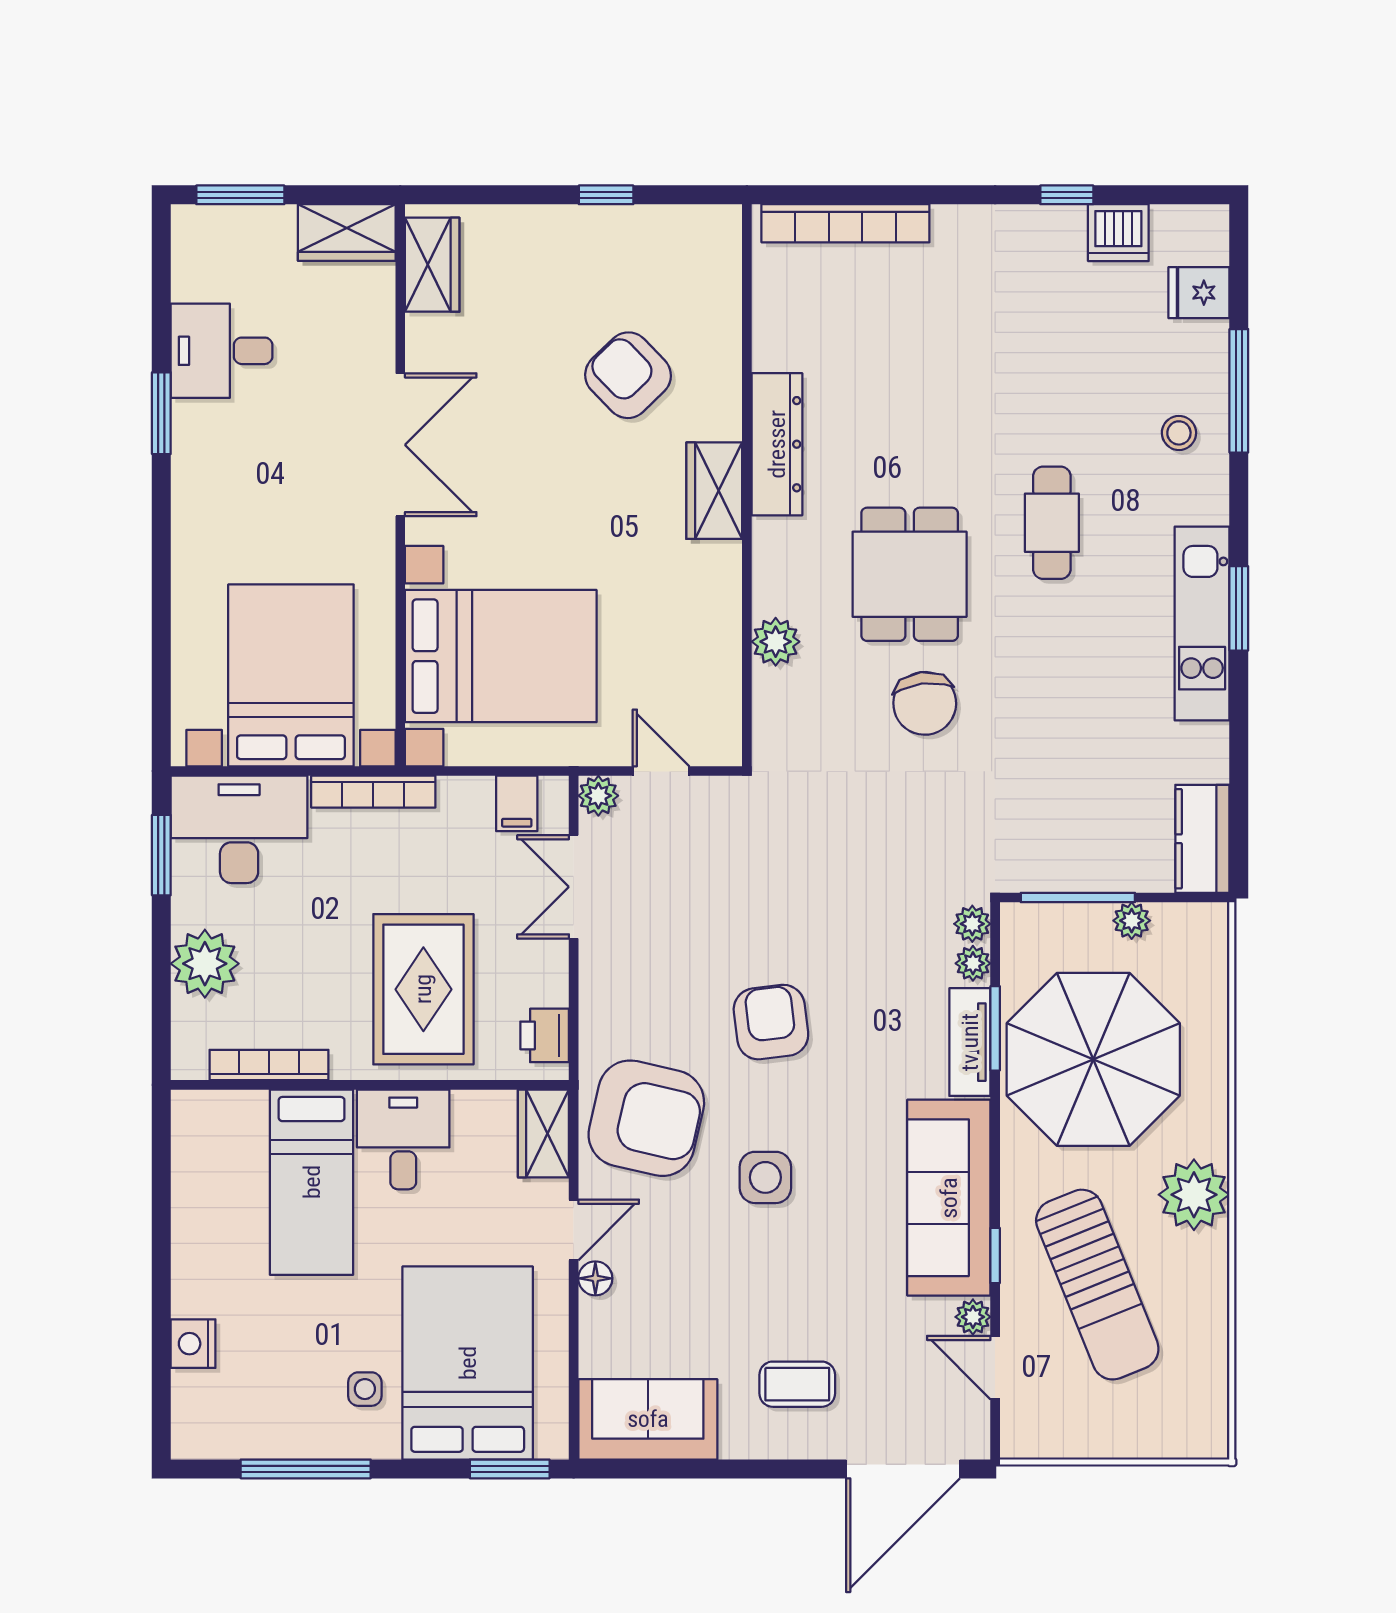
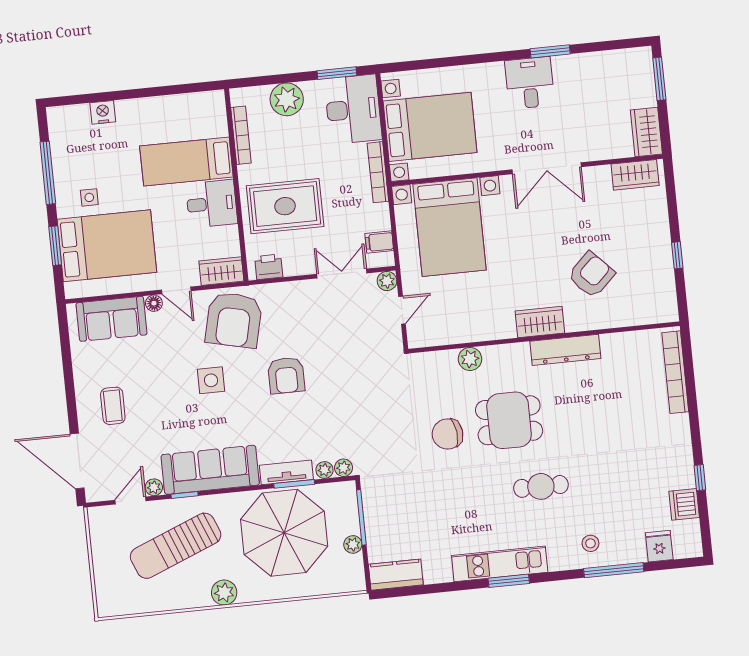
desk: (222, 351) -> (530, 83), moved
armchair: (771, 1022) -> (286, 375), turned 97
plant: (1194, 1195) -> (224, 593), width x0.73, depth x0.73
sofa: (648, 1419) -> (112, 319), moved, turned 90
window: (510, 1469) -> (55, 246), moved

